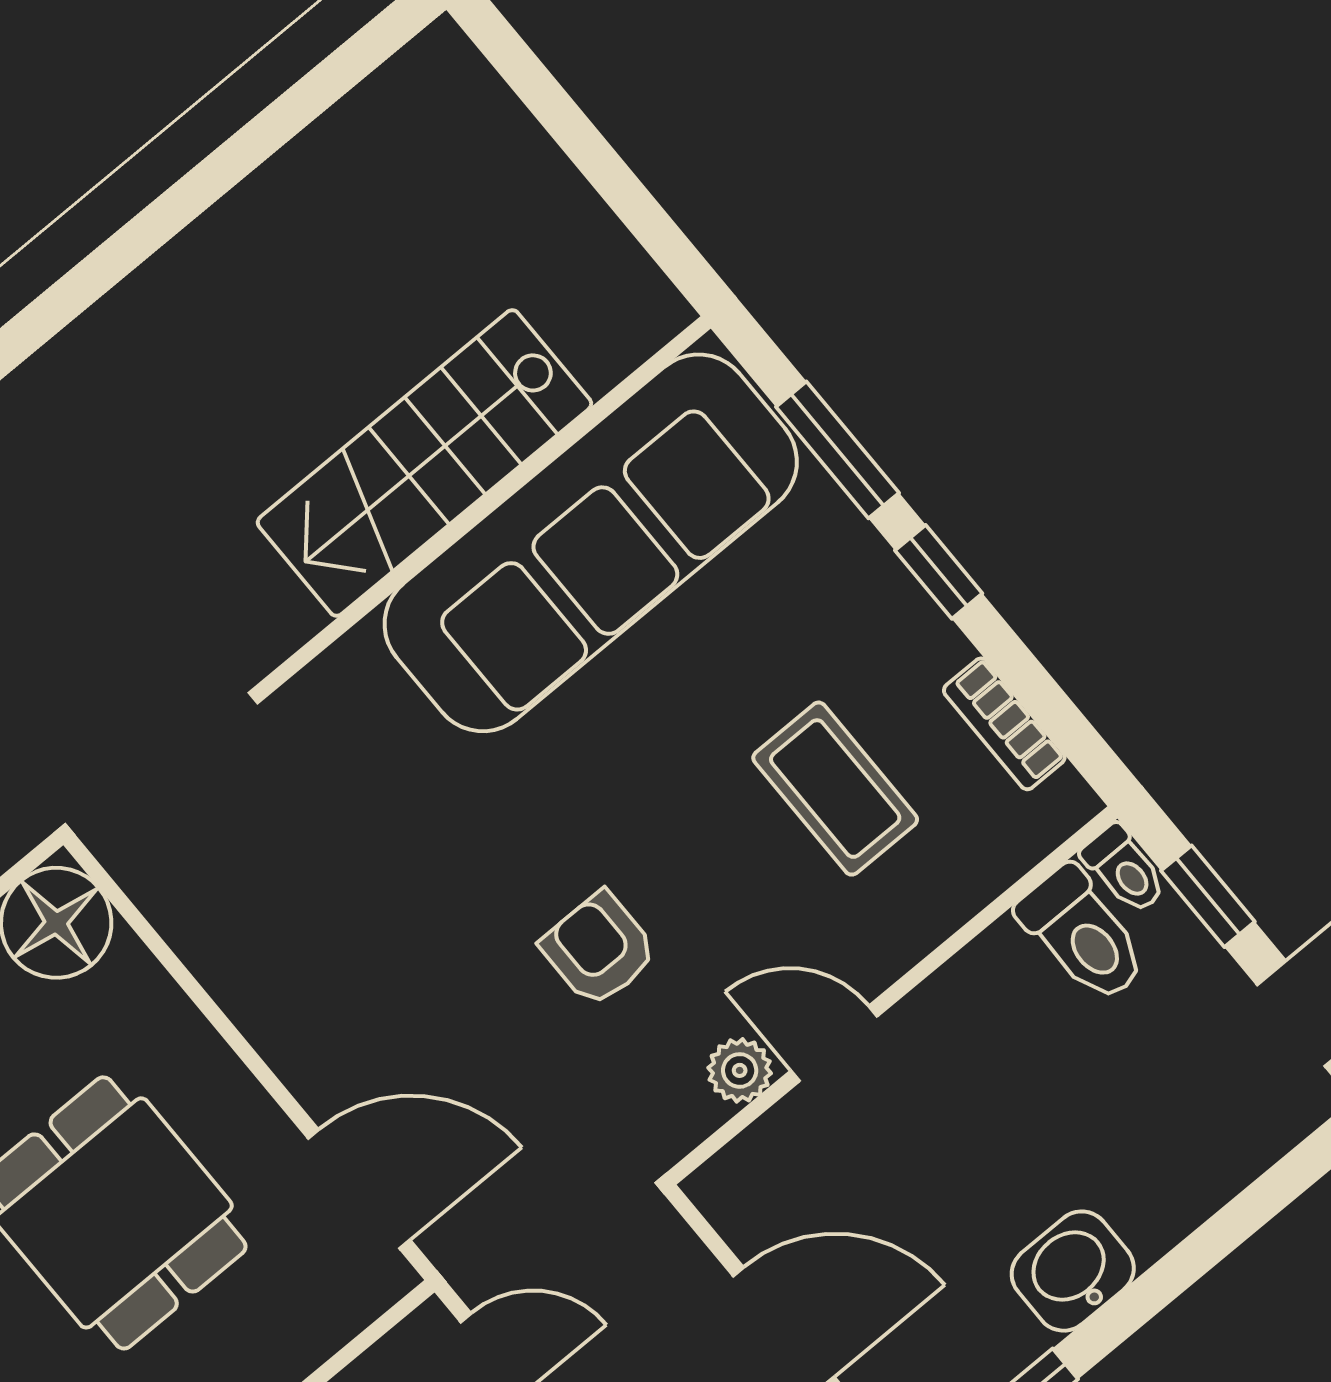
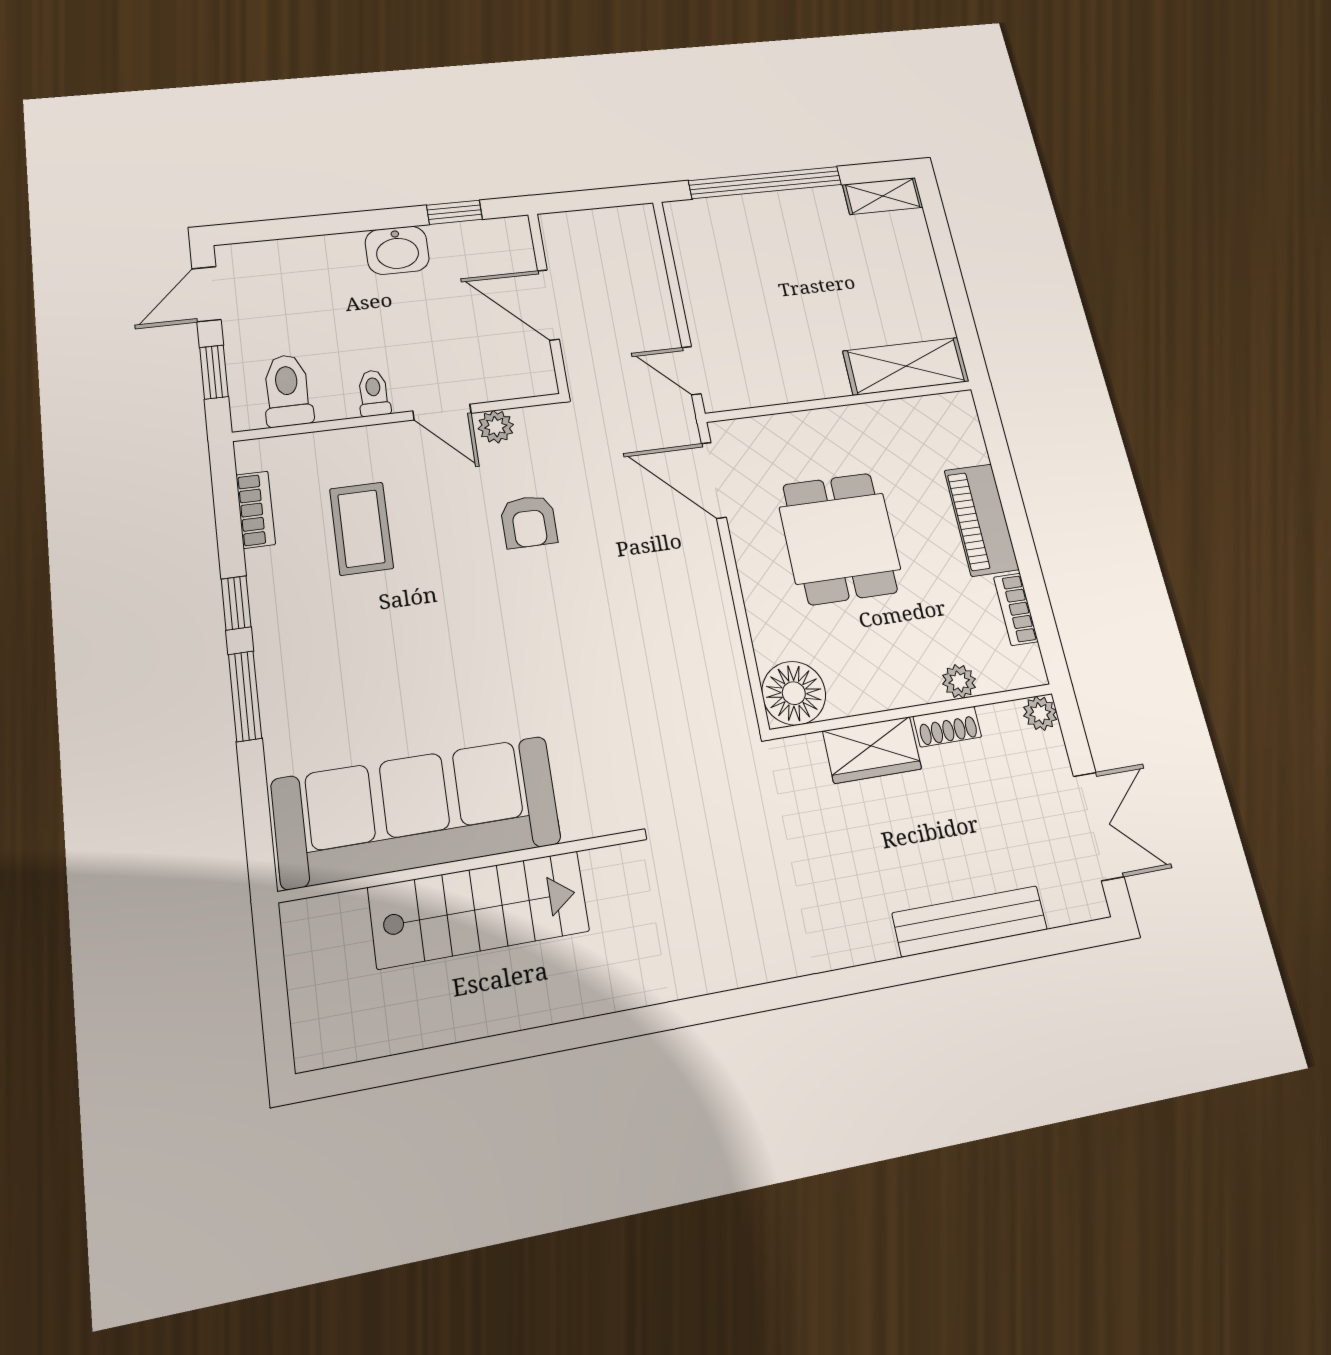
stairs: (424, 463) -> (479, 909), moved
wall: (485, 505) -> (460, 866), moved
sofa: (591, 543) -> (417, 812), moved
toilet: (1124, 869) -> (374, 393), moved

